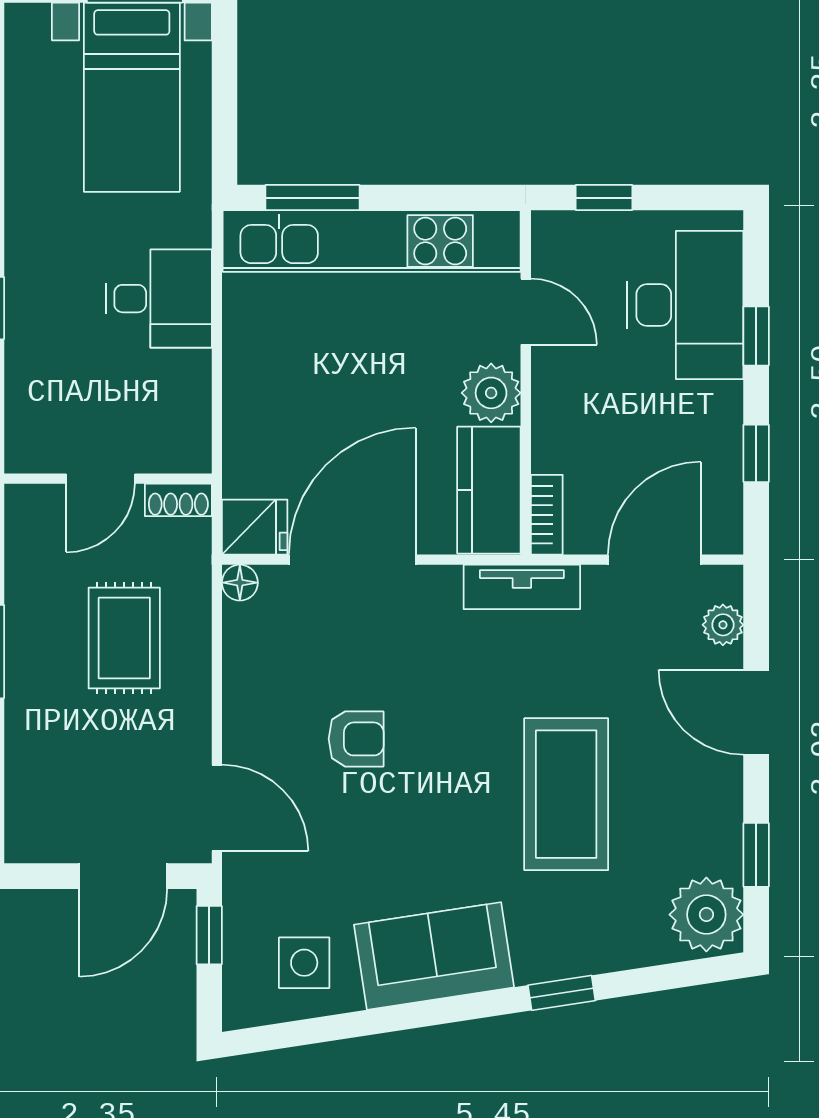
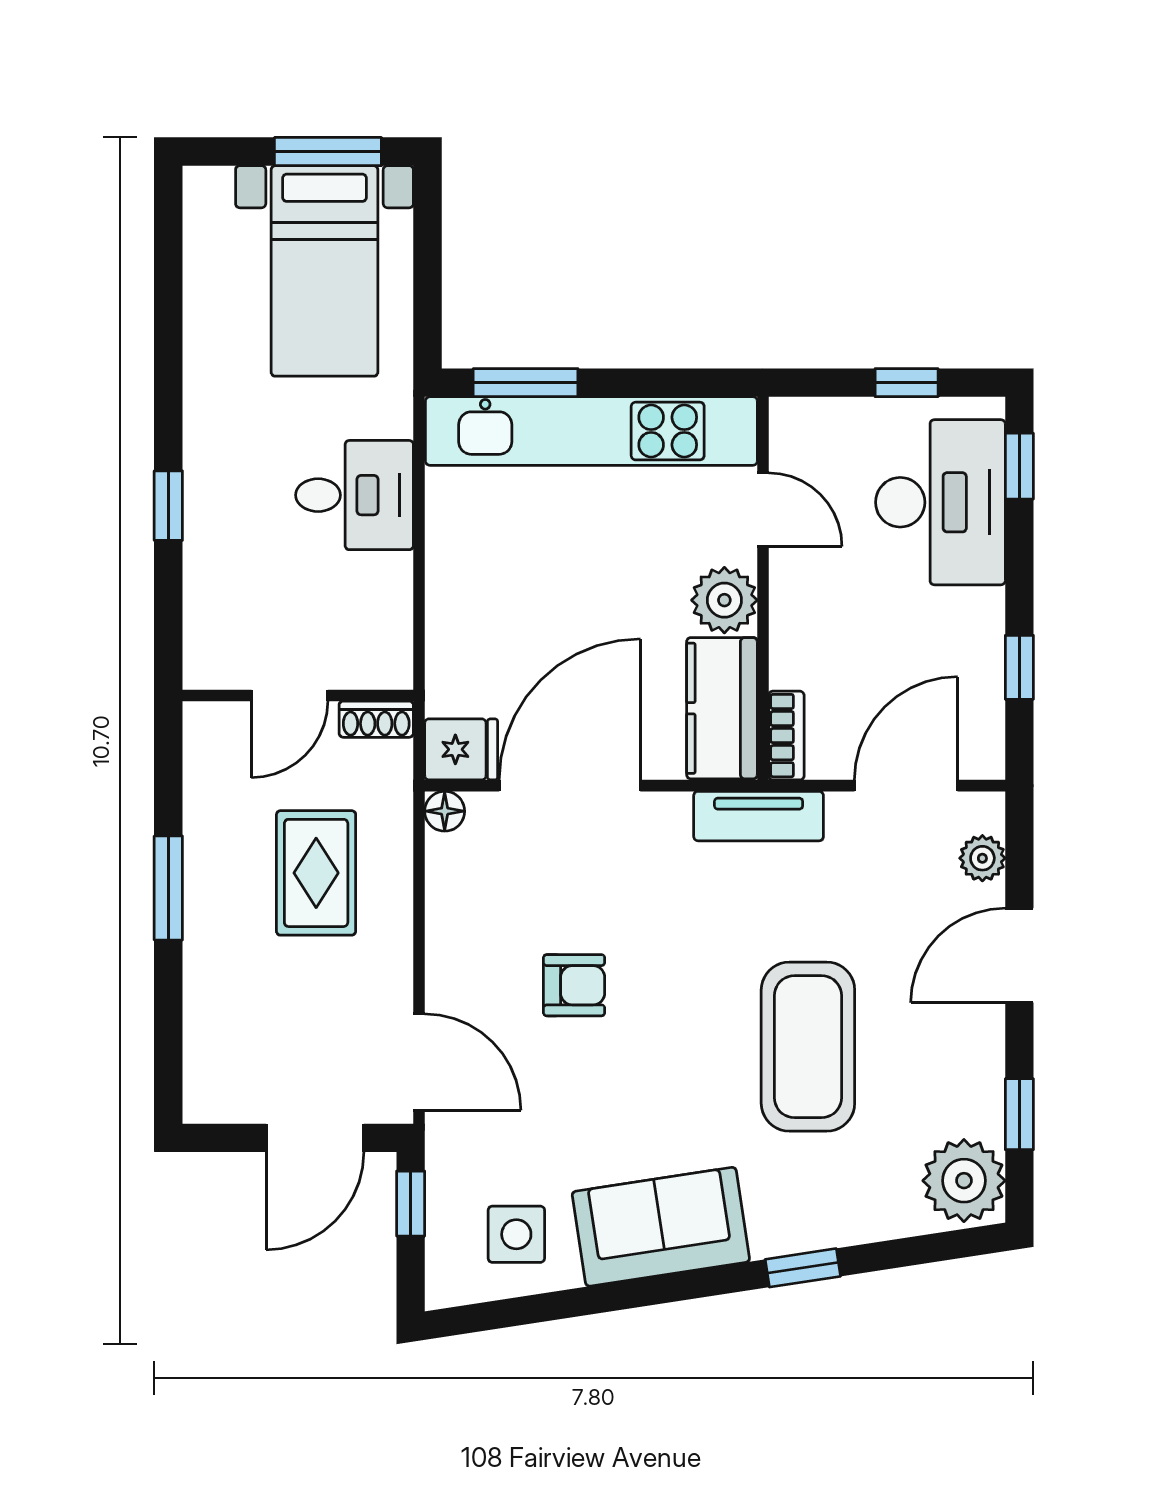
window: (604, 198) -> (907, 383), moved
window: (756, 336) -> (1019, 466), moved
door: (756, 712) -> (1019, 955), hinge flipped

